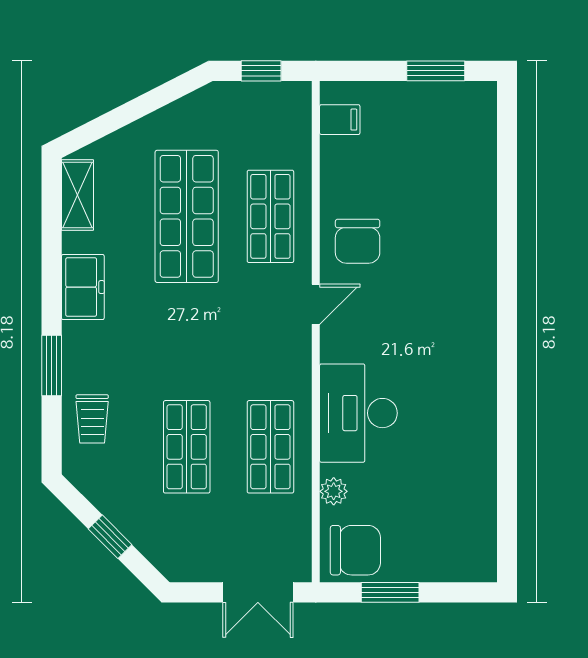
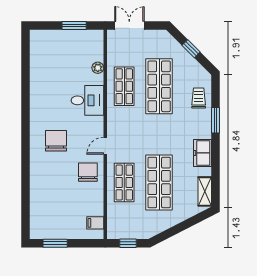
desk: (358, 413) -> (87, 100), width x0.73
shop shelf: (187, 447) -> (159, 86), width x1.43, depth x1.36
chair: (355, 550) -> (56, 141), moved, turned 90

